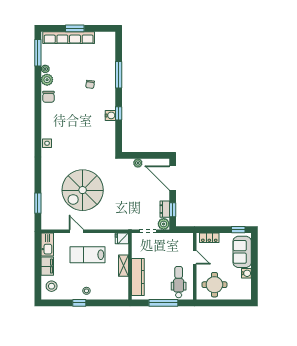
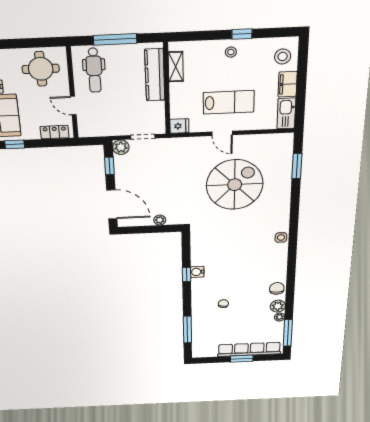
window: (119, 75) -> (187, 330), moved
dresser: (165, 209) -> (120, 166), removed
door: (76, 231) -> (222, 133), moved
shelving: (124, 266) -> (176, 67), moved

